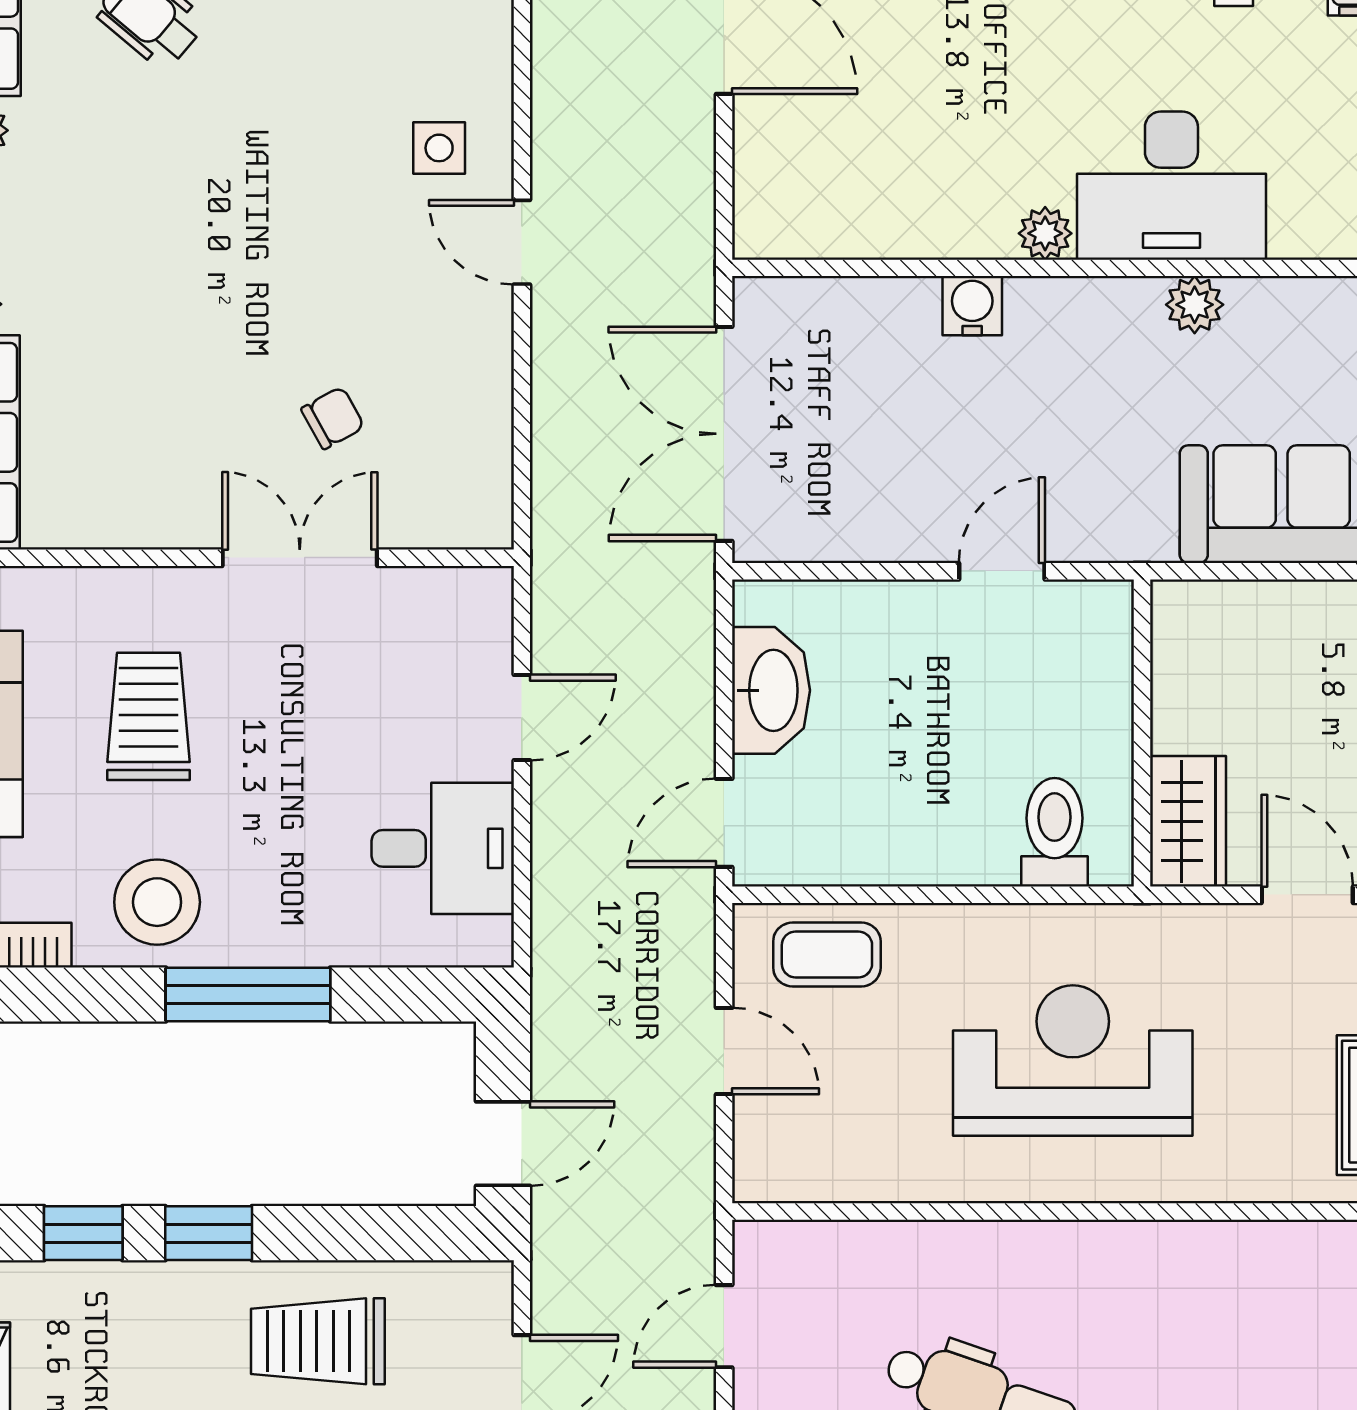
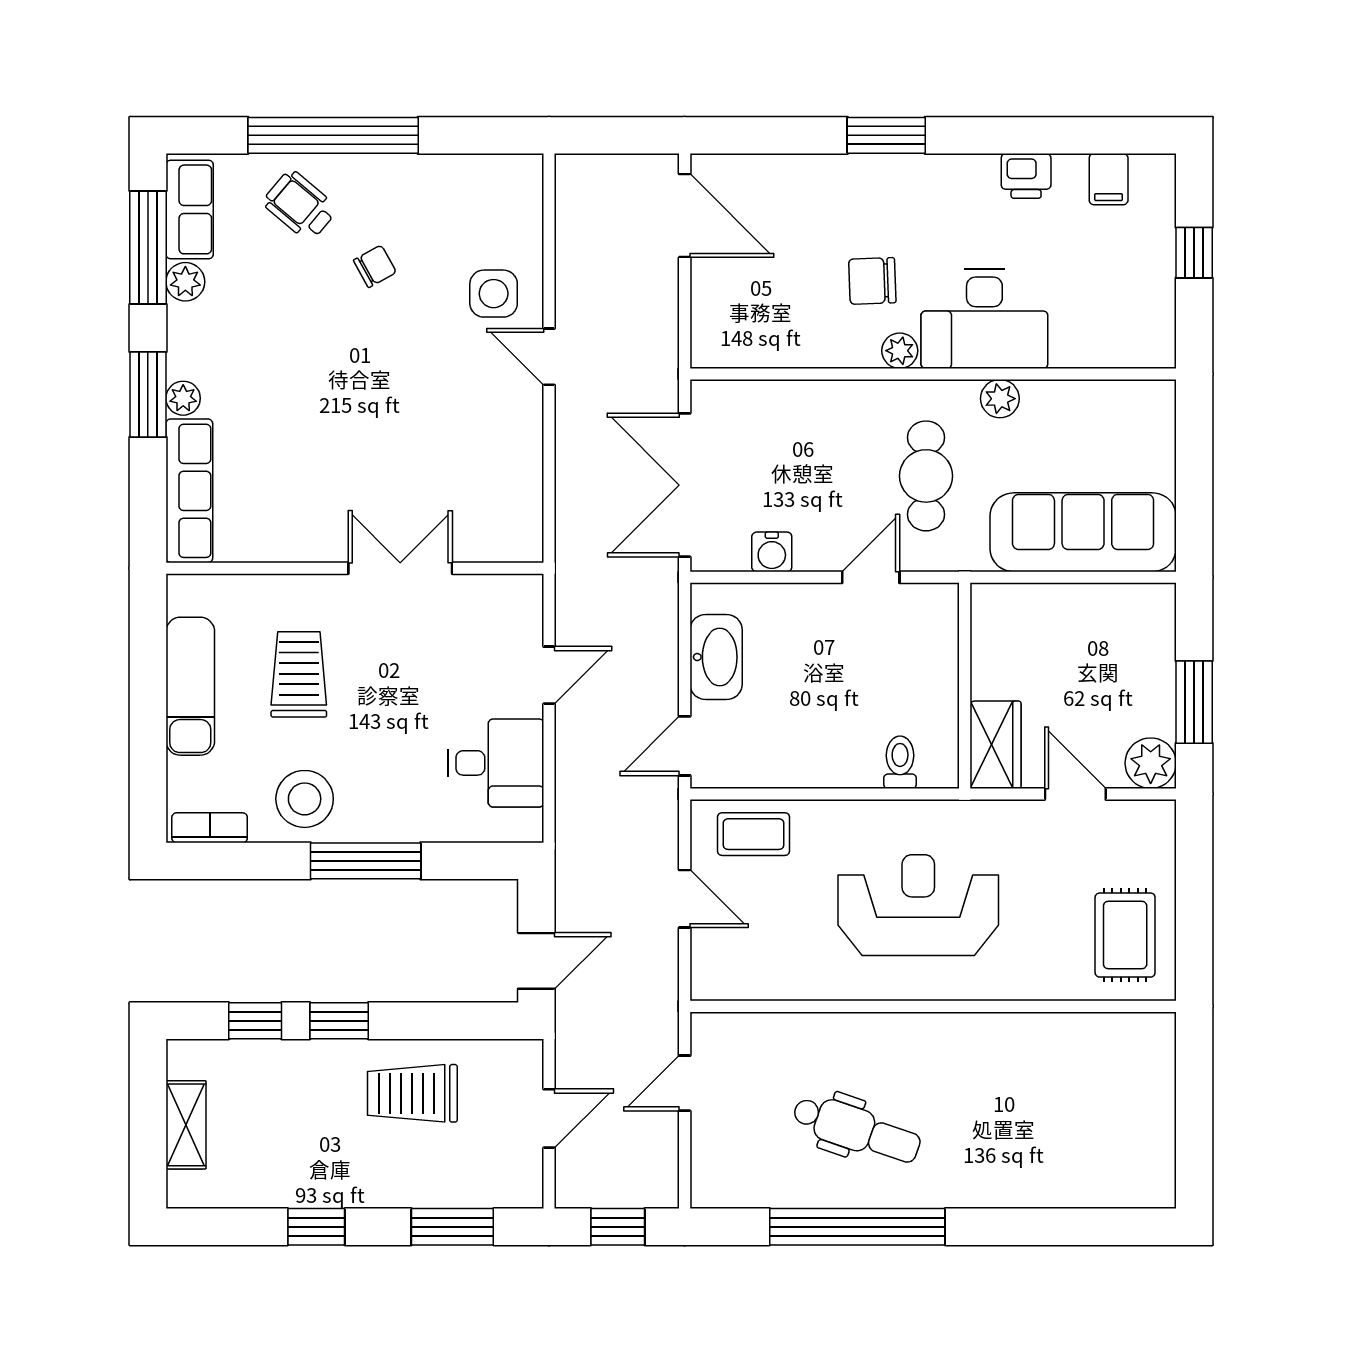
chair: (1004, 129) -> (872, 281), added
side table: (439, 148) -> (494, 294), width x1.37, depth x1.37
water cooler: (972, 306) -> (772, 552), moved, turned 180
chair: (333, 418) -> (375, 266), moved
cafe table: (1084, 420) -> (926, 476), added
toilet: (1055, 832) -> (900, 762), width x0.73, depth x0.72

